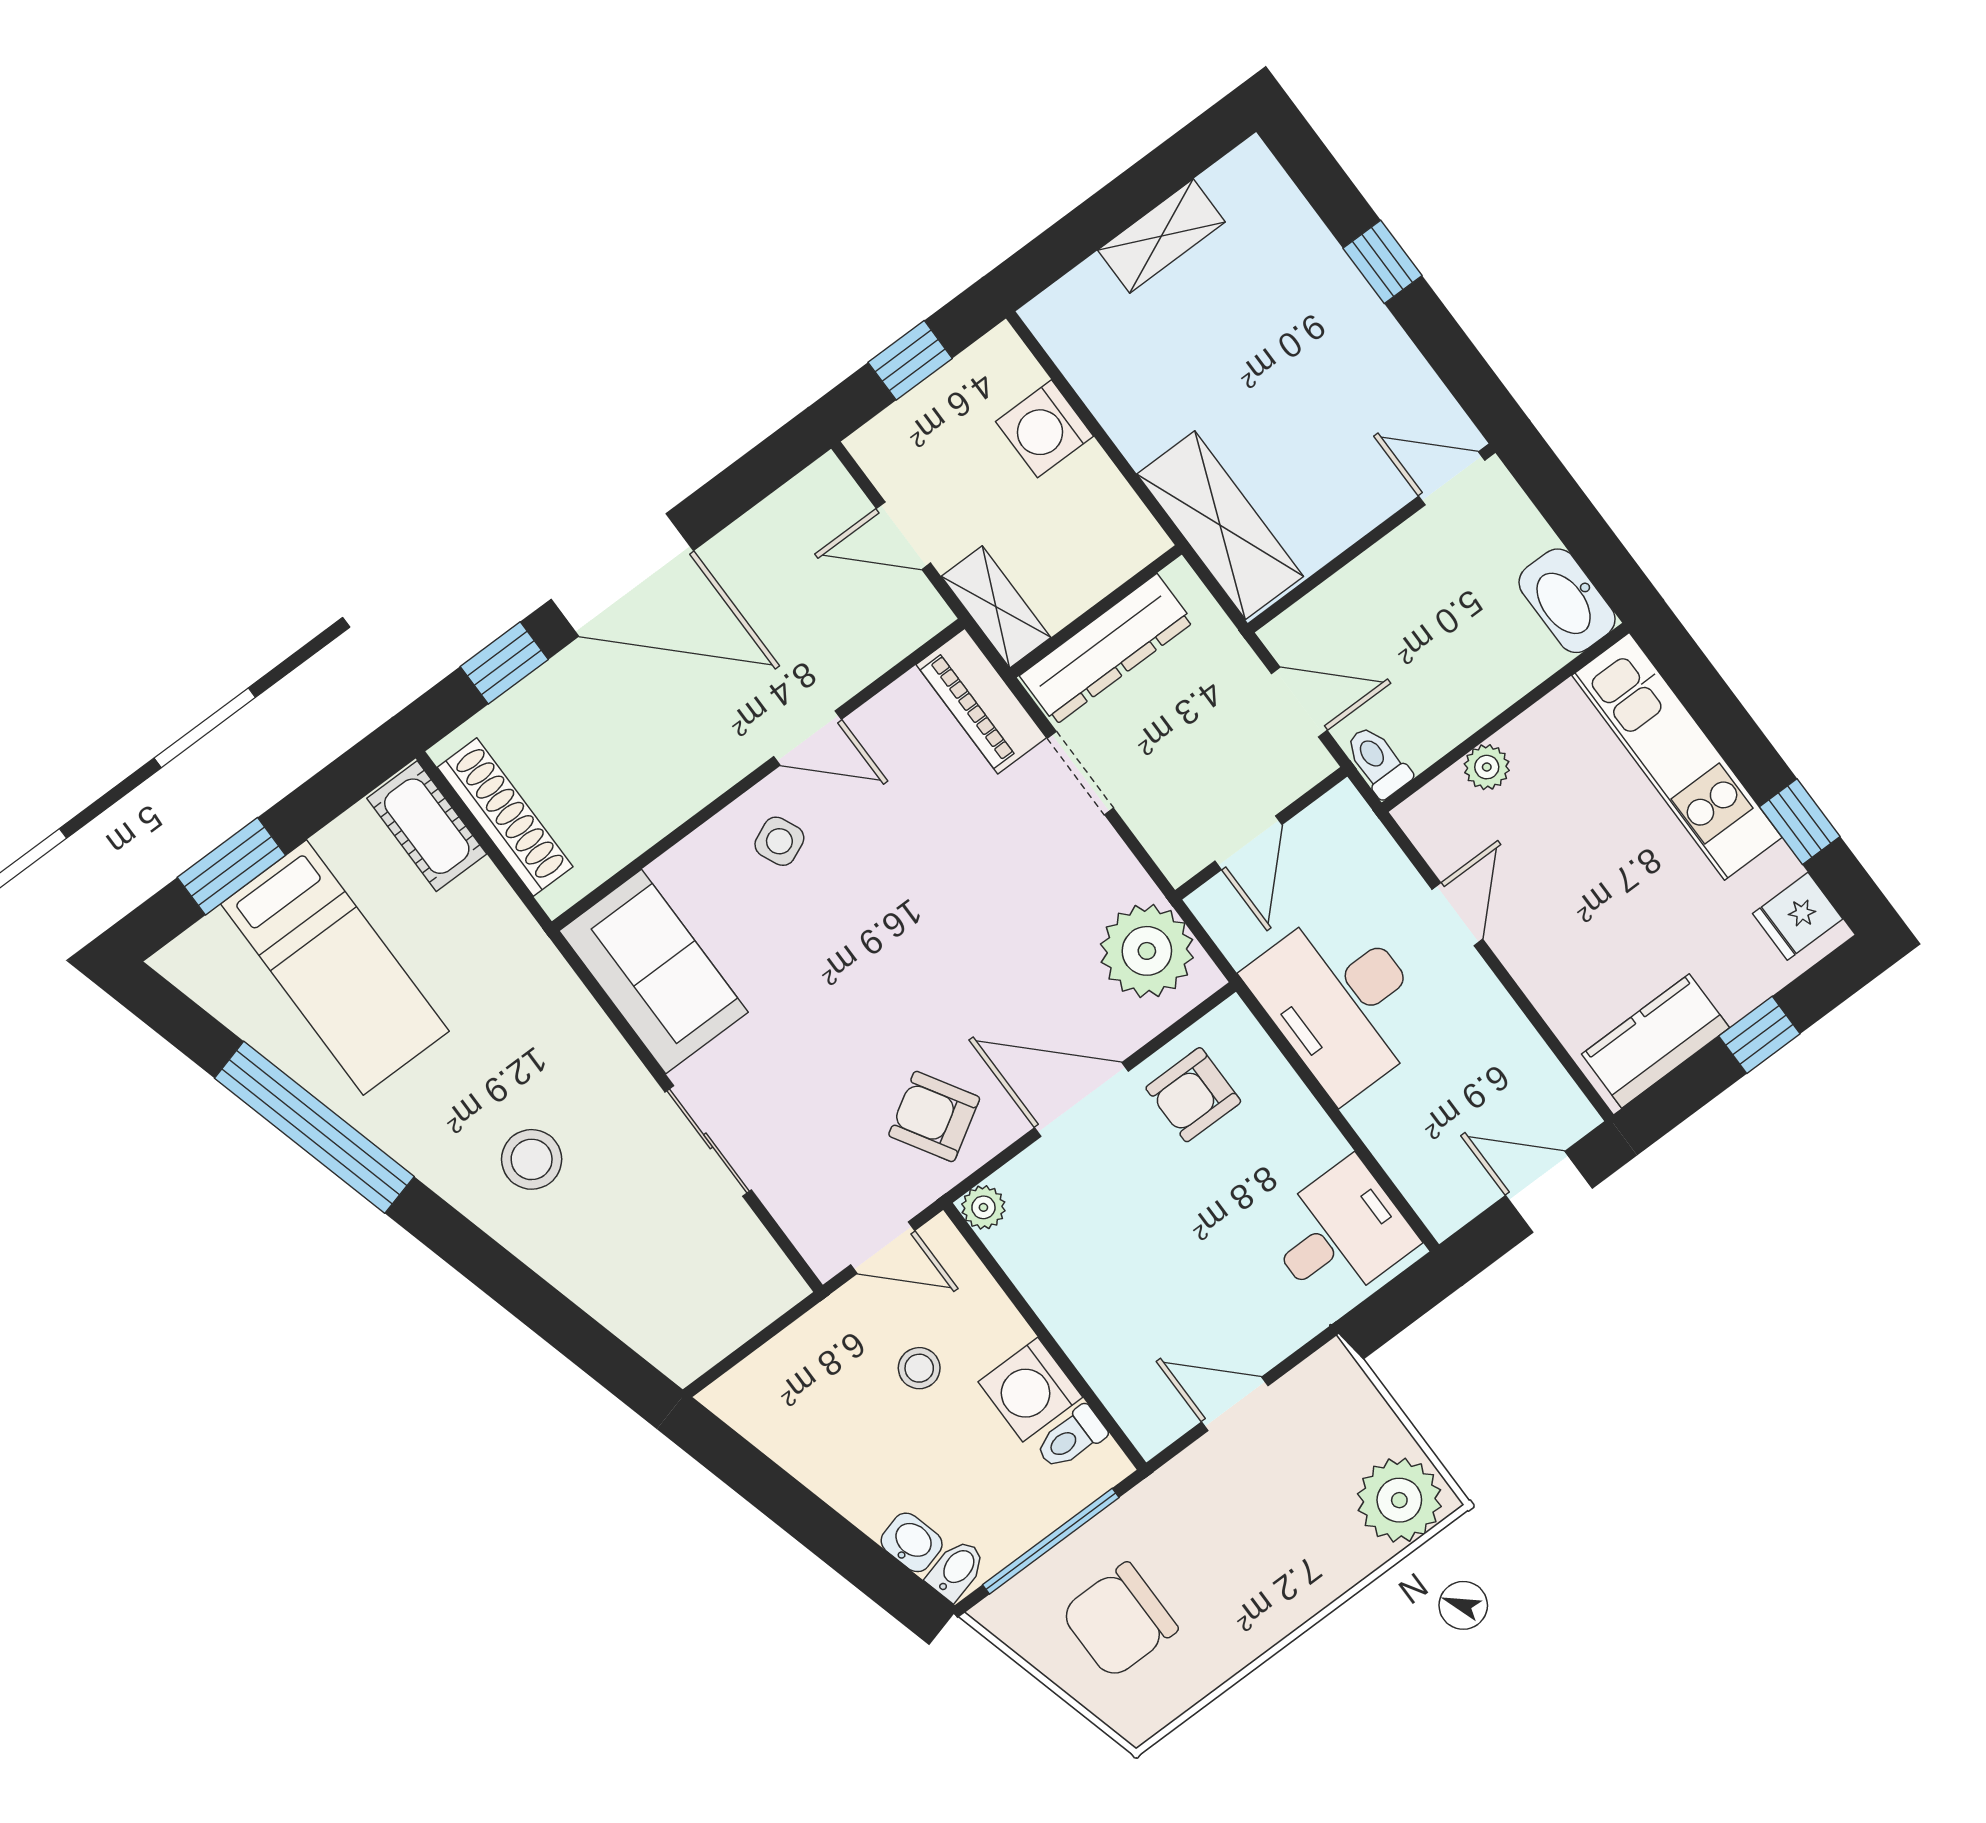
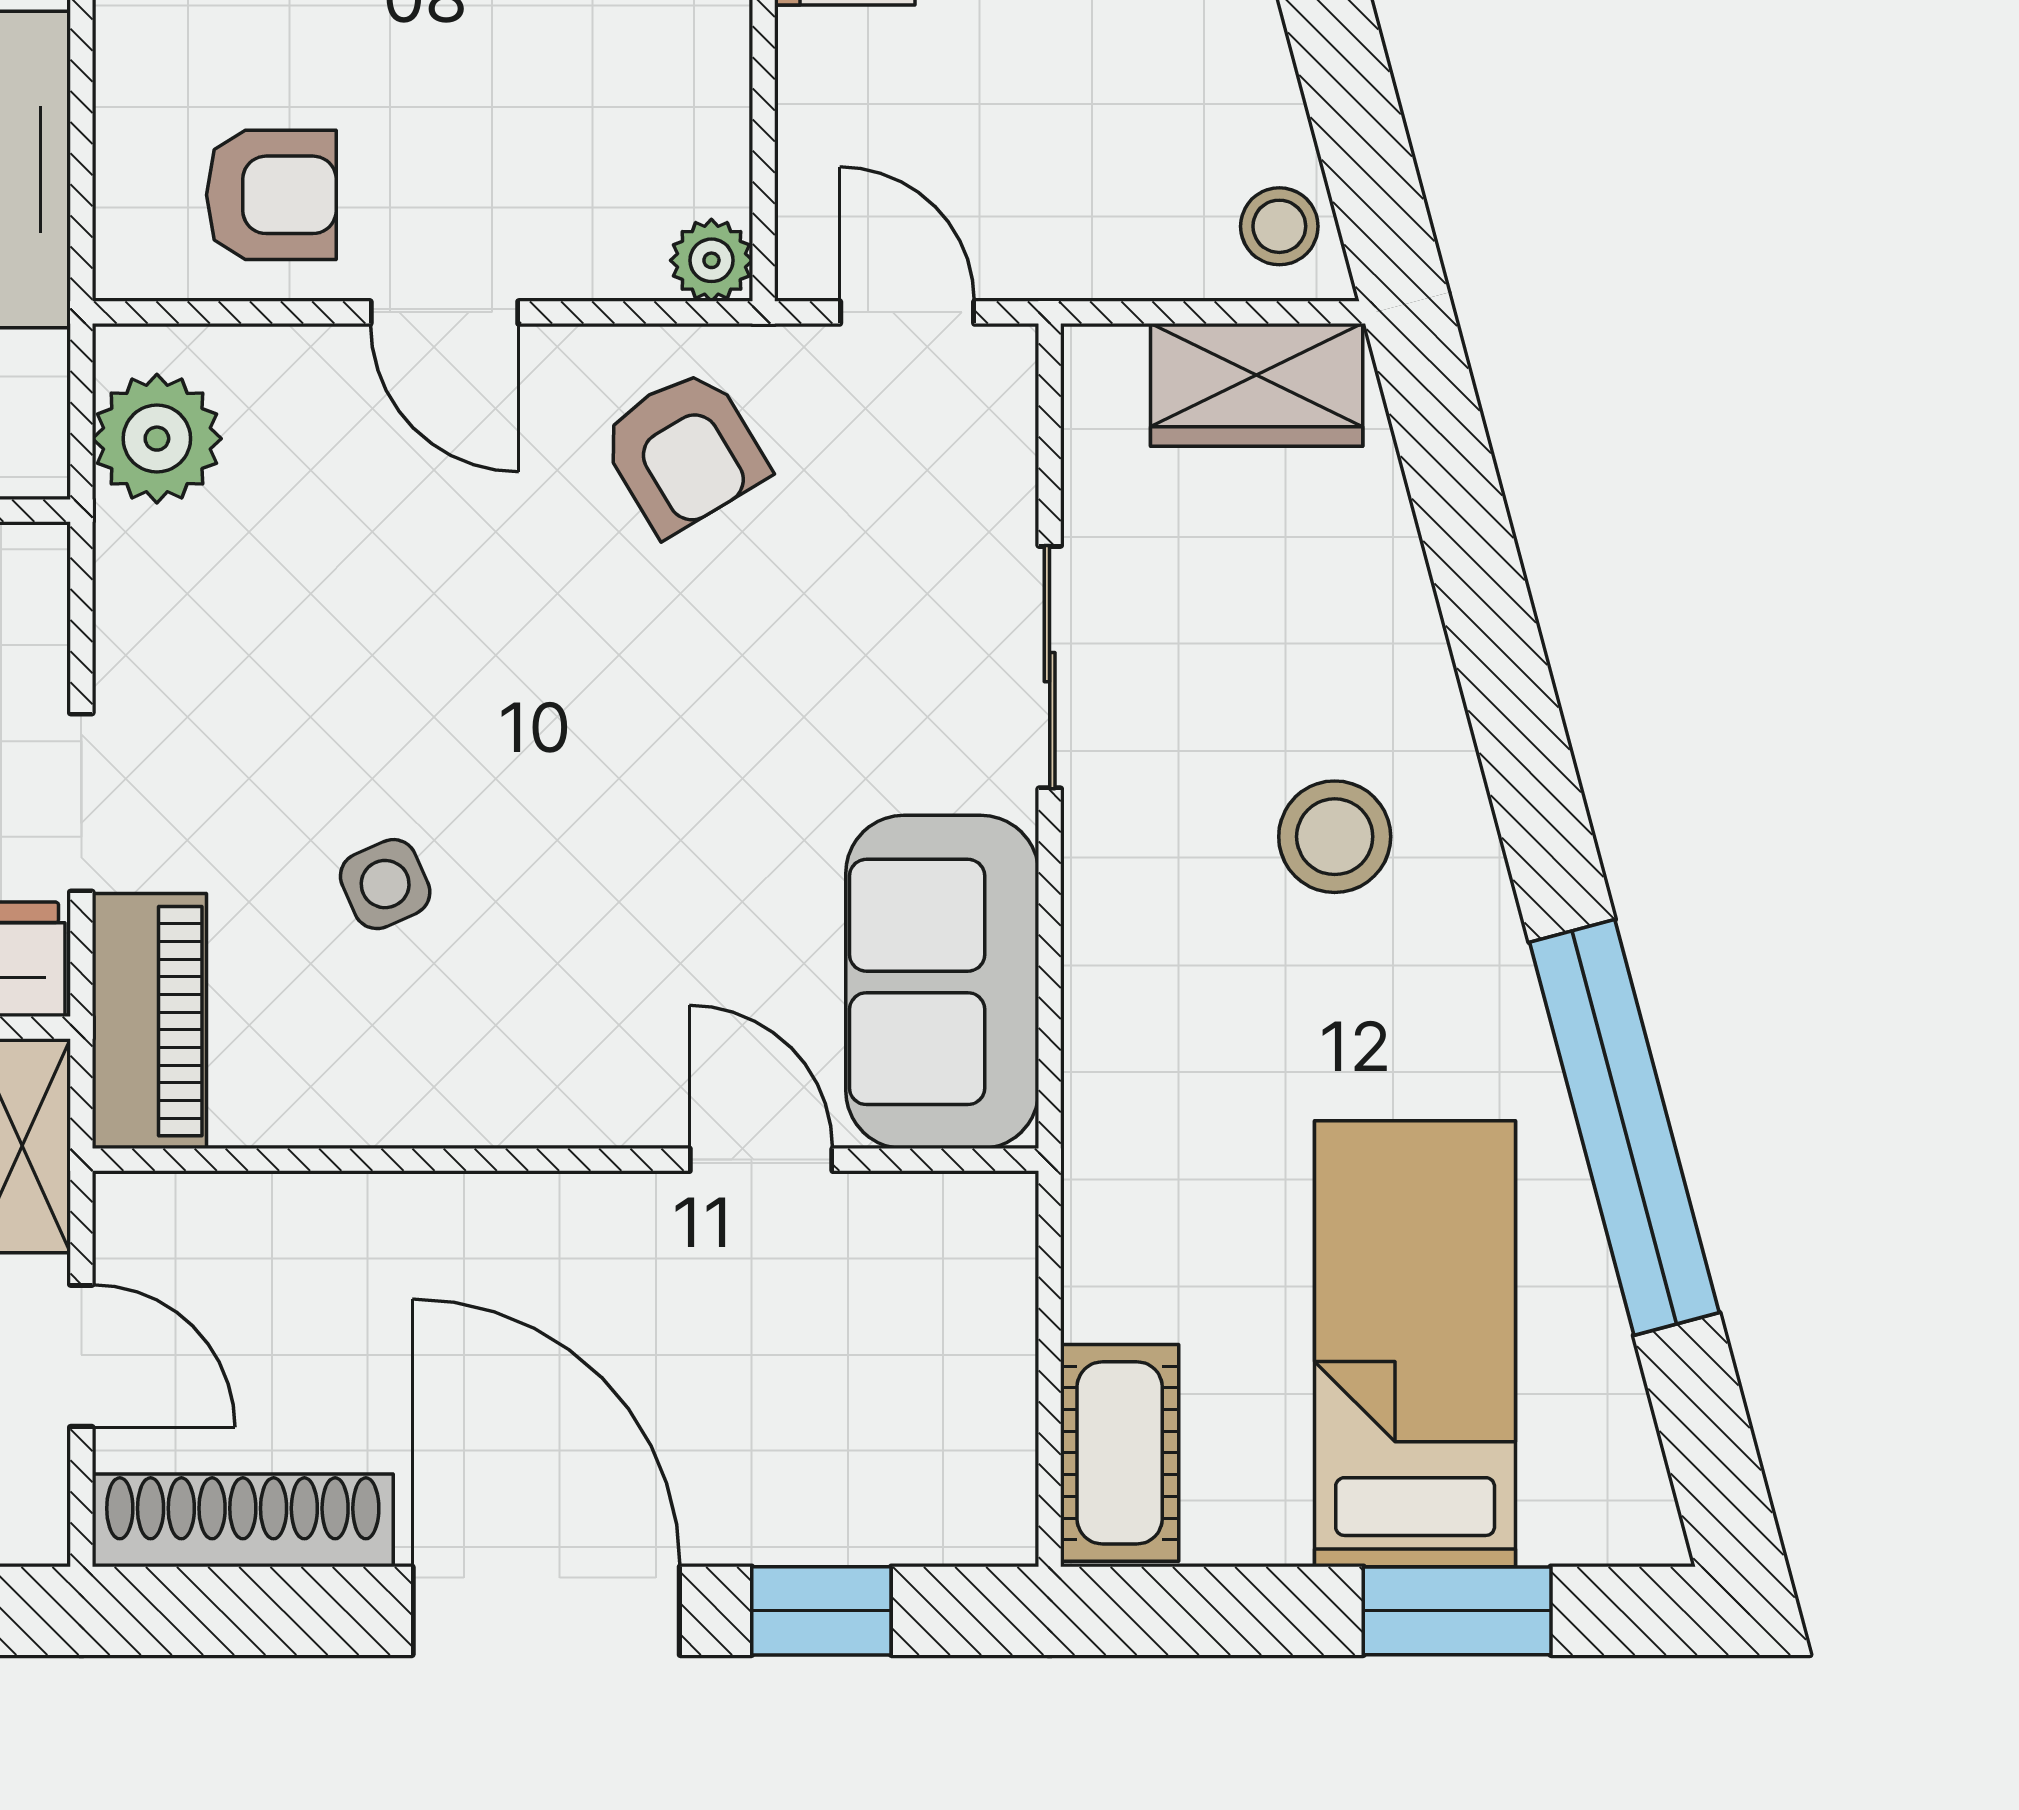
door: (808, 738) -> (761, 1160), moved
shoe rack: (505, 817) -> (243, 1520), moved, turned 90
side table: (779, 841) -> (385, 884), moved
plant: (1147, 951) -> (157, 439), width x0.73, depth x0.73
door: (1081, 1100) -> (444, 312), width x0.73
wardrobe: (710, 1328) -> (1257, 385), added
stool: (919, 1368) -> (1279, 226), moved

